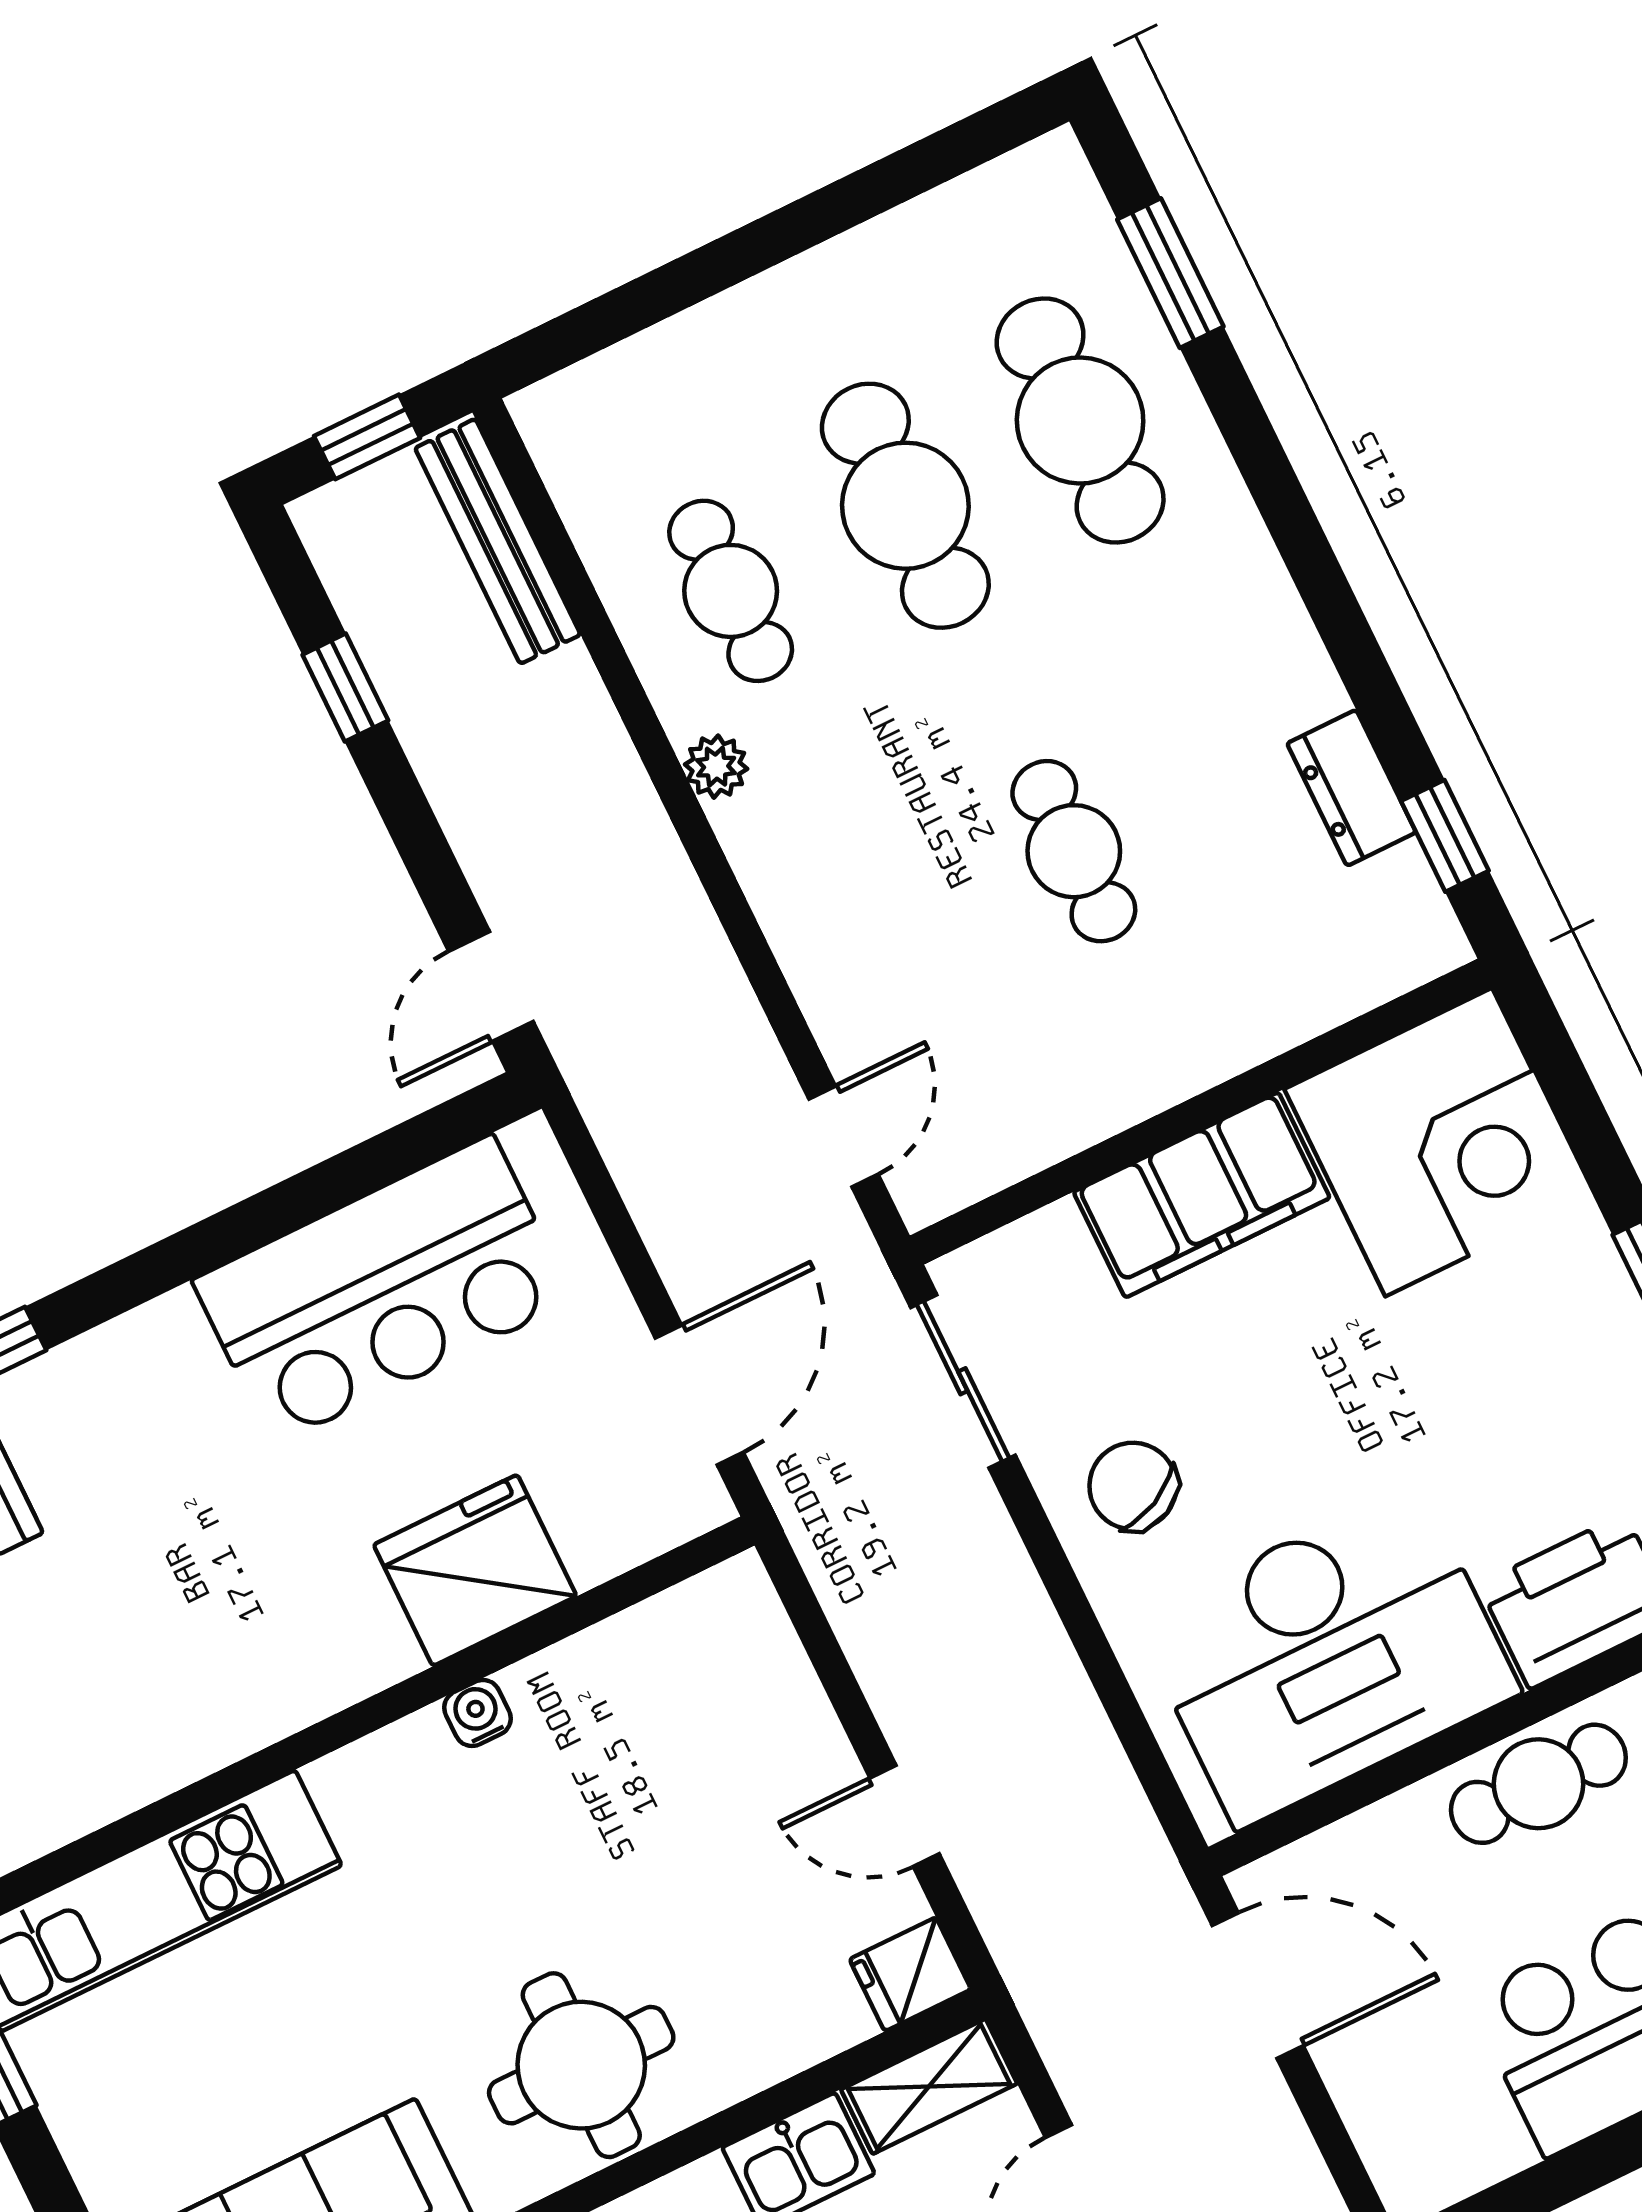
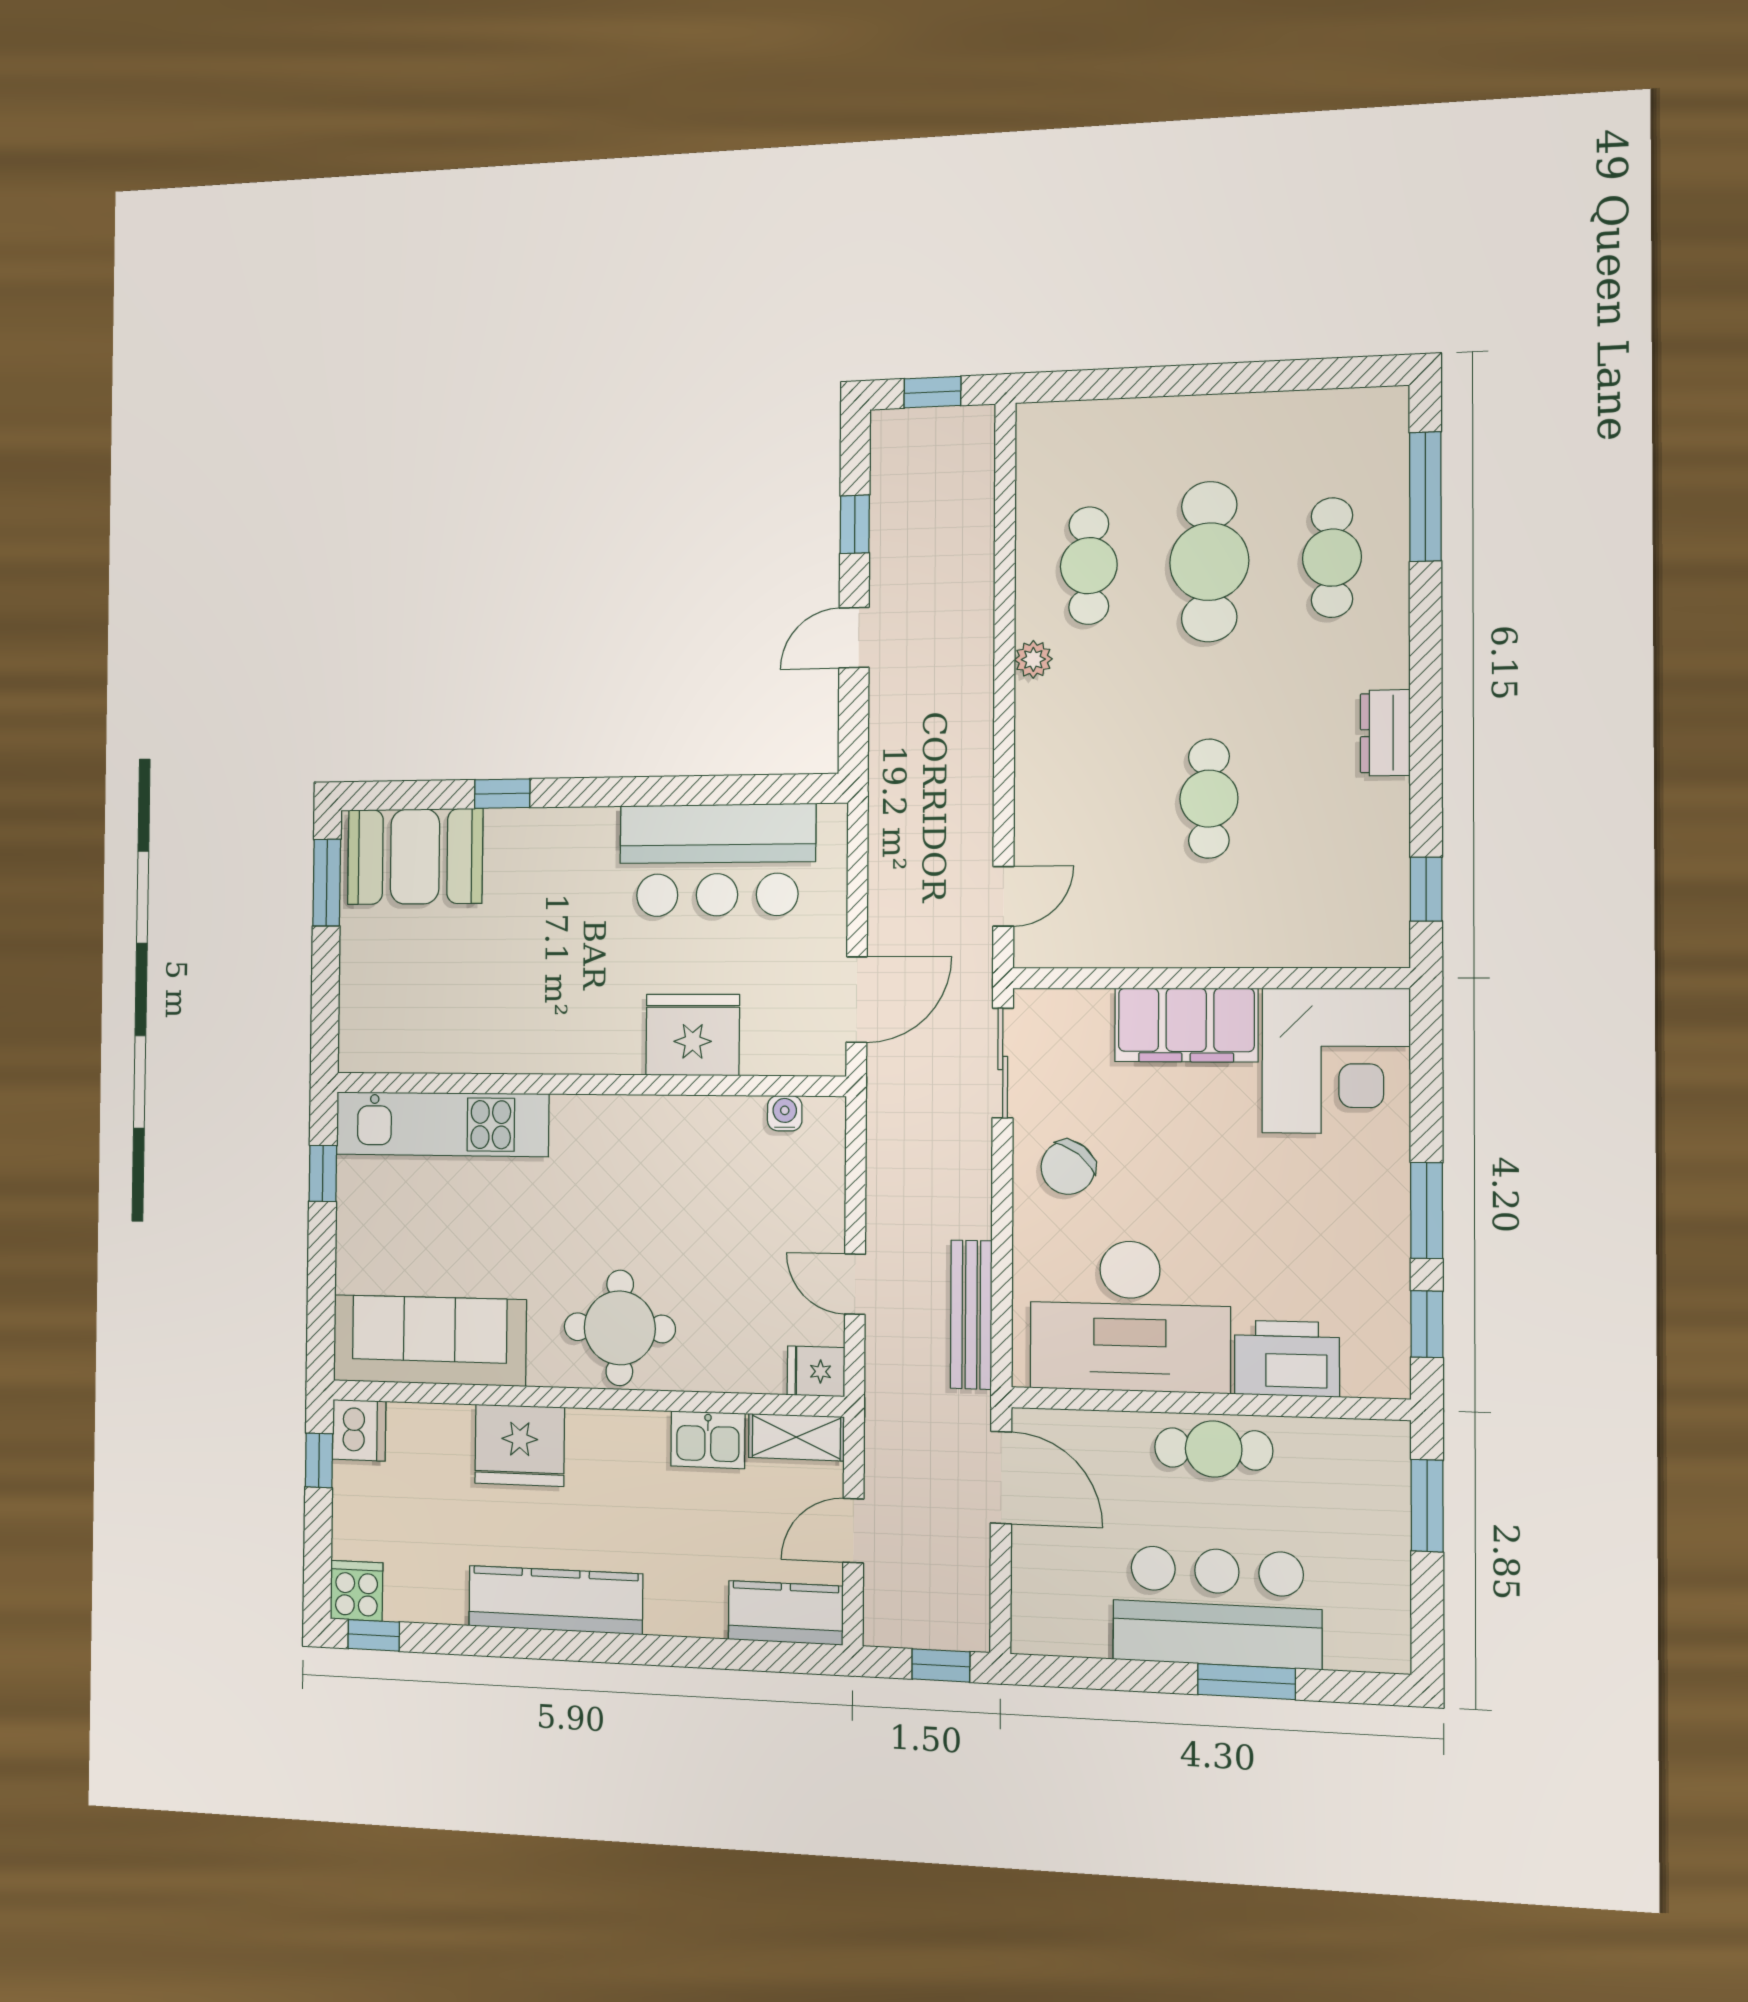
window: (1170, 273) -> (1425, 497), width x1.44
cafe table: (1080, 420) -> (1332, 558), width x0.73, depth x0.74
bench: (498, 541) -> (971, 1315), moved
dresser: (1351, 788) -> (1385, 733), moved
door: (491, 986) -> (854, 638), moved
chair: (1133, 1486) -> (1068, 1167), turned -116
water cooler: (478, 1713) -> (785, 1113), moved

